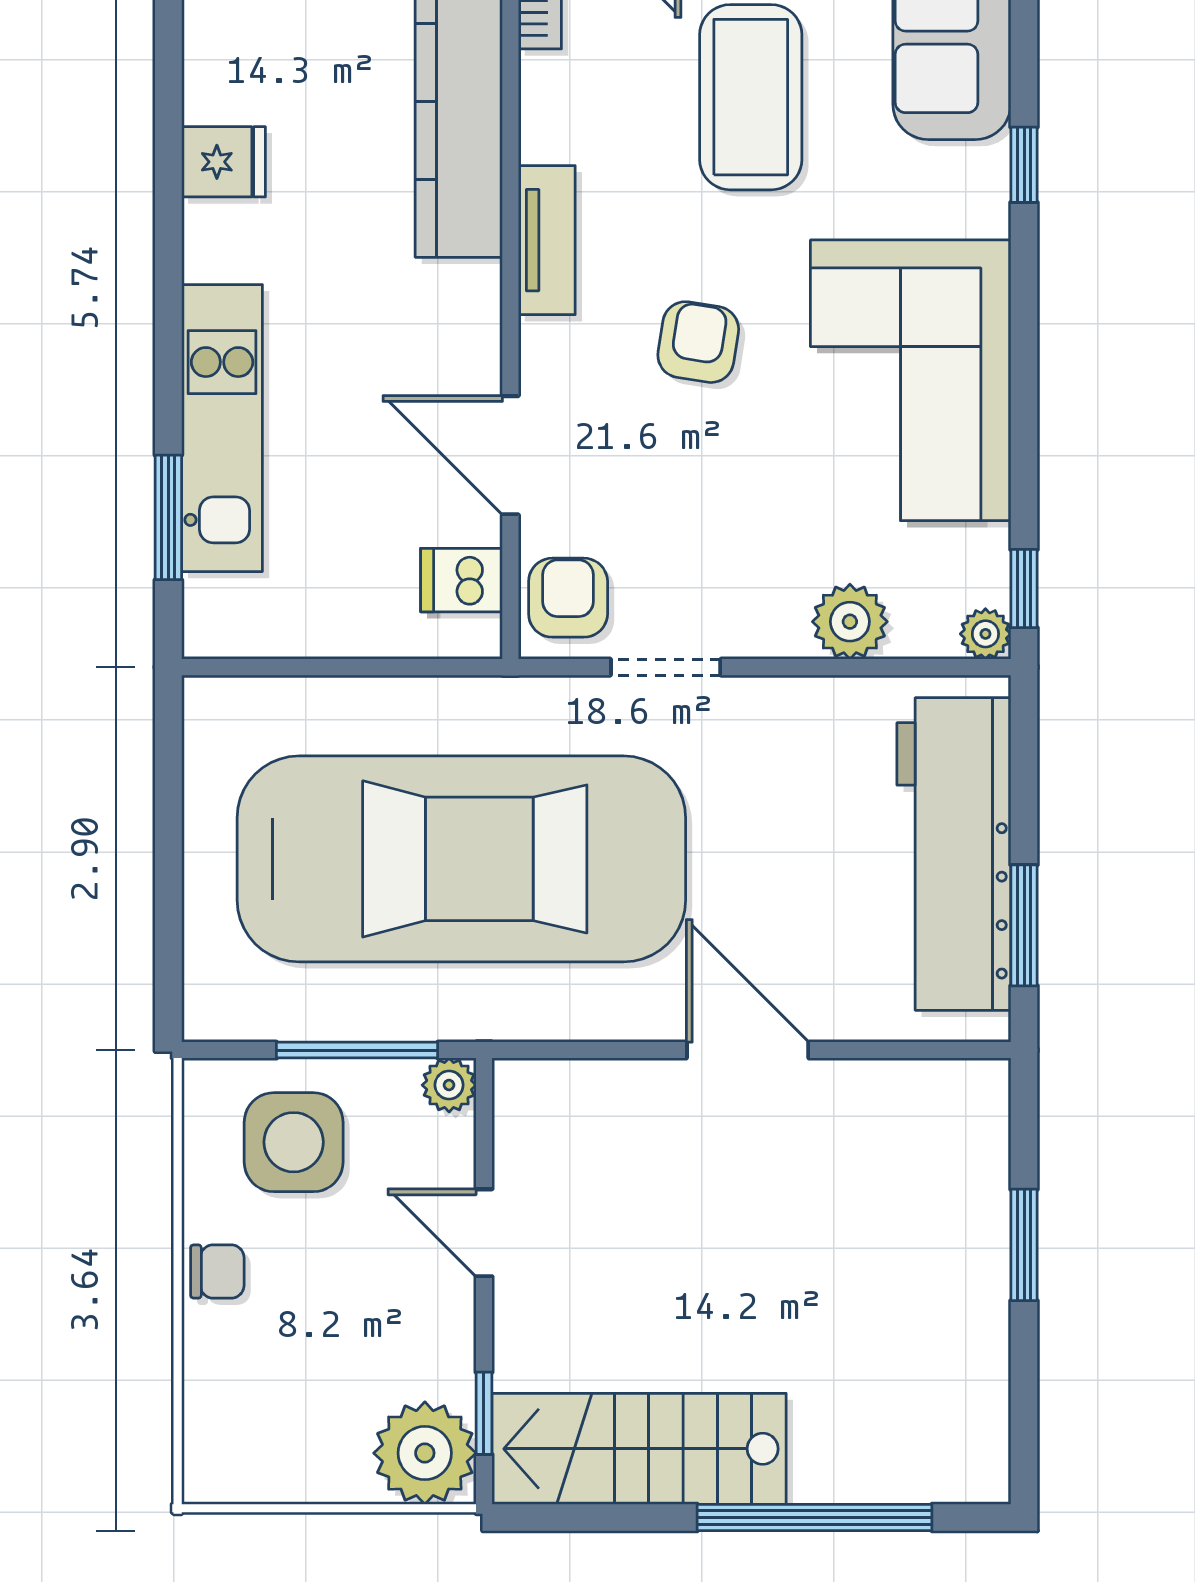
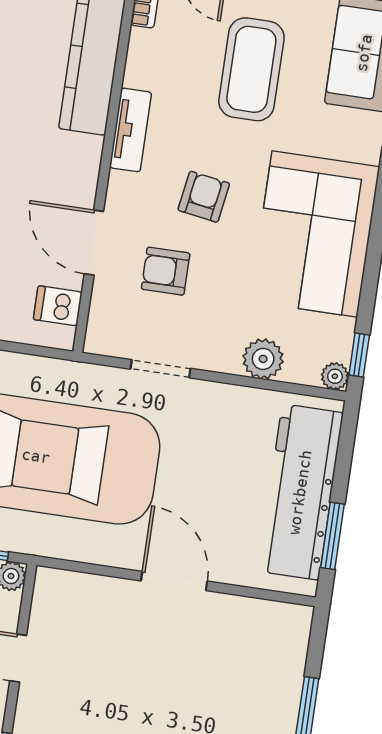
armchair: (568, 598) -> (166, 271), moved, turned -90

